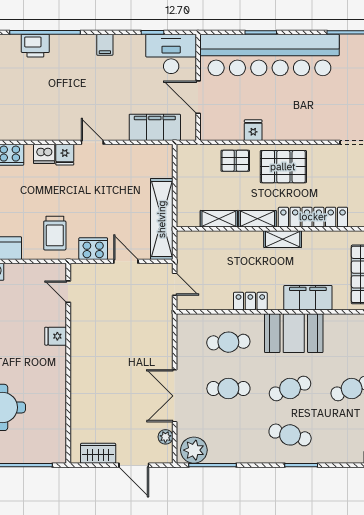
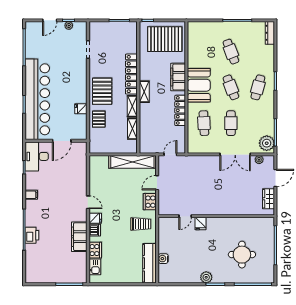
filing cabinet: (155, 127) -> (79, 237), moved
door: (92, 142) -> (88, 202), swing flipped
door: (68, 292) -> (185, 216), moved
locker: (250, 301) -> (180, 110), width x1.53

